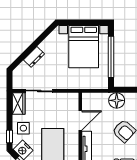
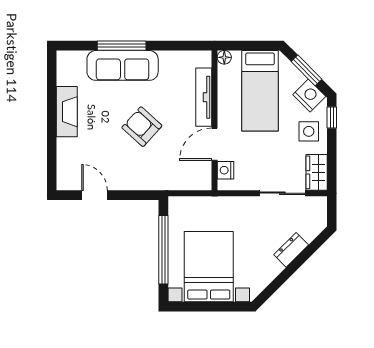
floor lamp: (117, 100) -> (154, 177), removed
nightstand: (74, 105) -> (225, 170), added

